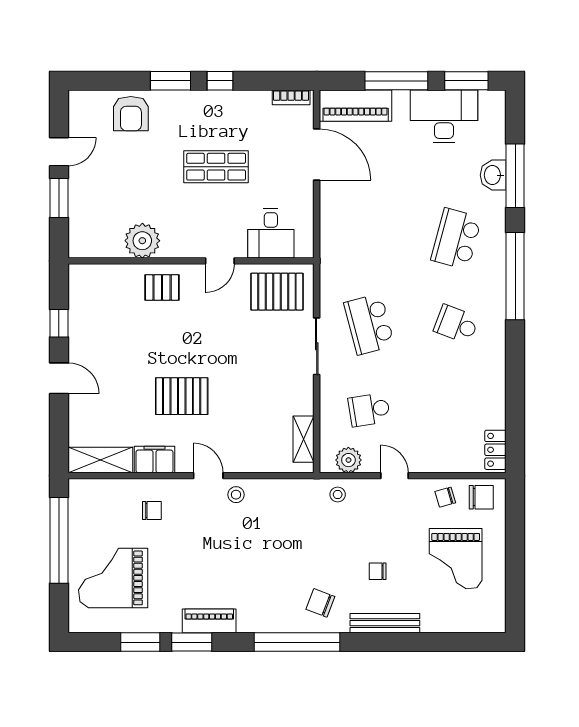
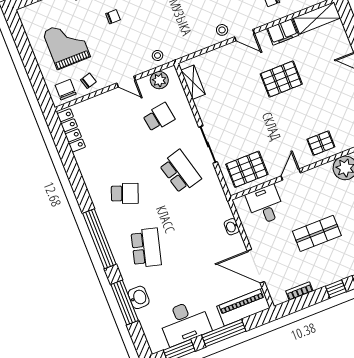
bookcase: (291, 97) -> (299, 291), moved
washbasin: (328, 221) -> (232, 227), added
locker: (495, 450) -> (71, 130), width x1.53
chair: (481, 497) -> (66, 90), turned 90

